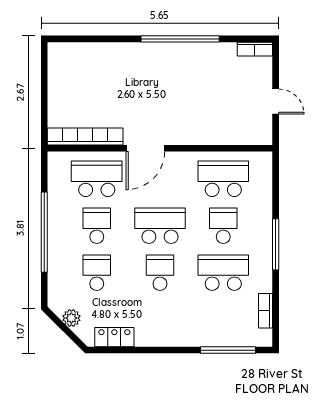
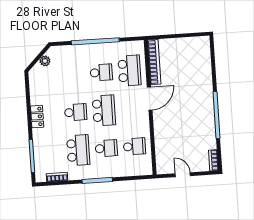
door: (276, 102) -> (183, 175), swing flipped
door: (145, 148) -> (150, 98), swing flipped
school desk: (223, 179) -> (134, 146), width x0.54
school desk: (97, 273) -> (73, 74), removed
locker: (114, 337) -> (37, 117), moved

